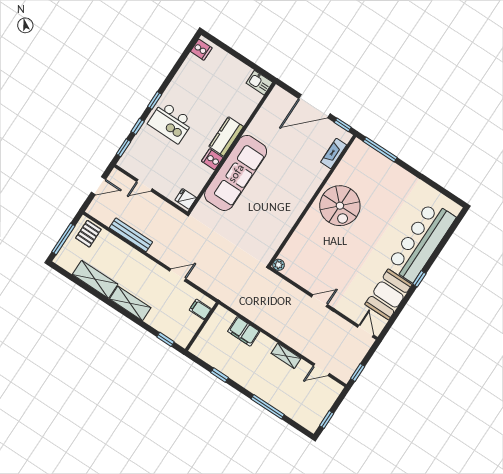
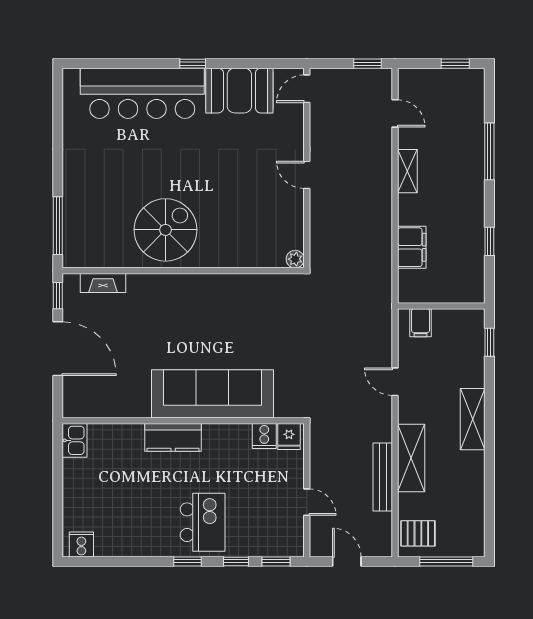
cooker: (212, 159) -> (264, 436), moved
shelving: (95, 279) -> (411, 458), moved

